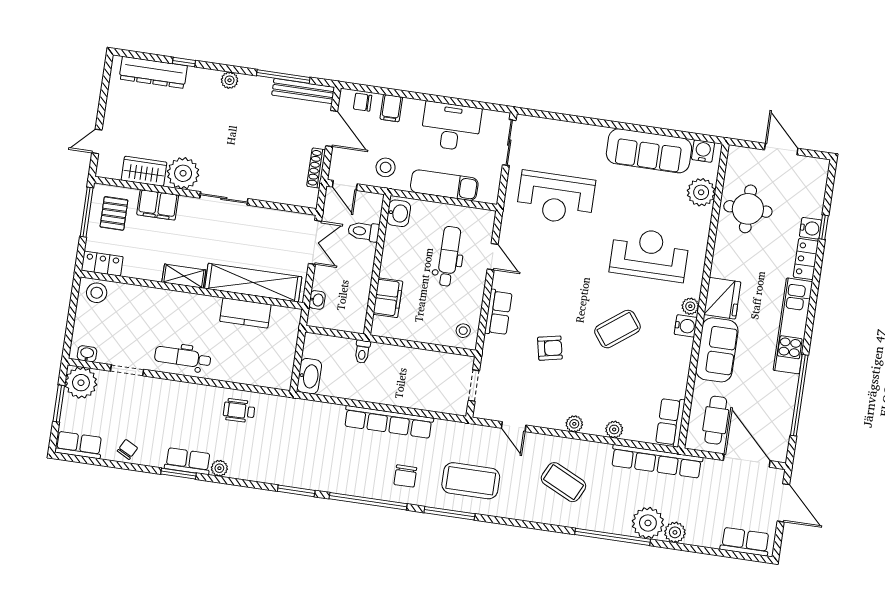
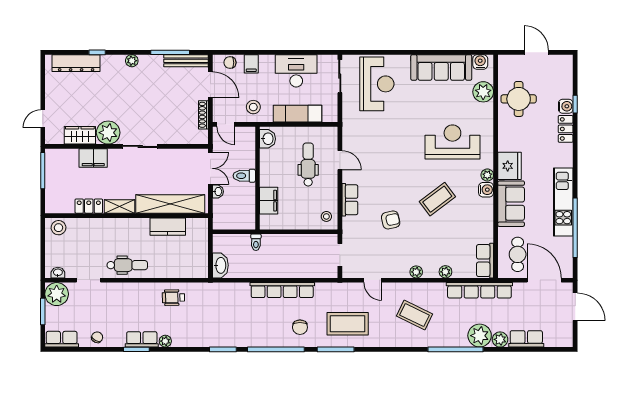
reception desk: (556, 198) -> (377, 84), moved, turned -90
pallet: (114, 213) -> (63, 169), removed
toilet: (364, 231) -> (244, 176), moved
locker: (102, 264) -> (89, 206), moved
washbasin: (317, 300) -> (218, 192), moved
kitchen unit: (793, 326) -> (563, 202), moved
dental chair: (183, 357) -> (127, 265), turned 180
row of seats: (745, 542) -> (526, 339), moved

